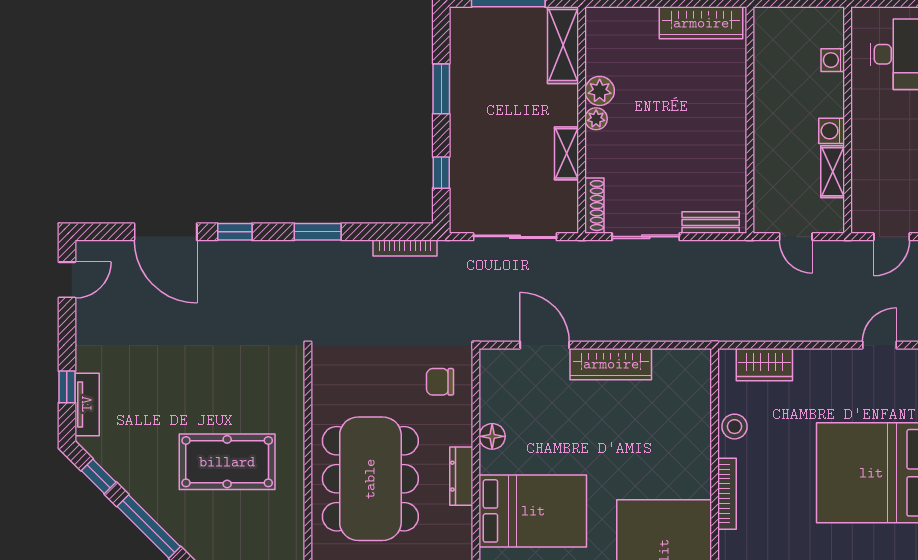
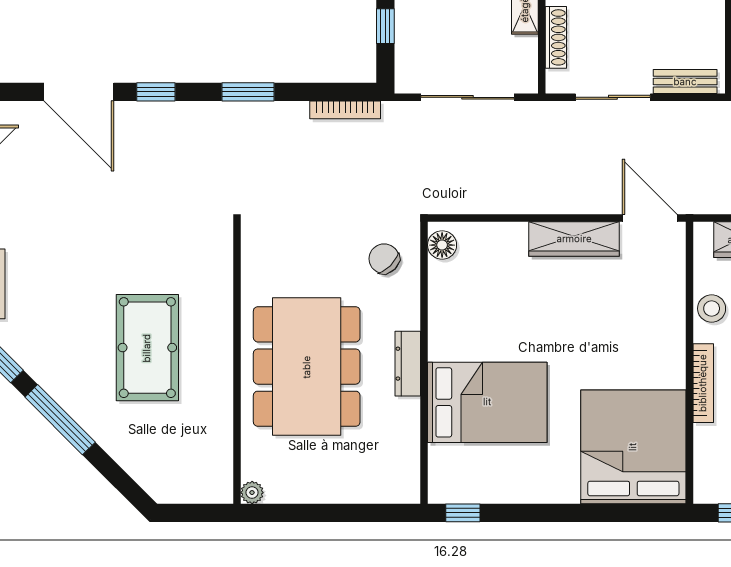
shoe rack: (594, 206) -> (556, 37), moved
door: (545, 345) -> (650, 218), moved
chair: (440, 382) -> (384, 259), turned 45
floor lamp: (492, 436) -> (442, 245), moved
pool table: (227, 462) -> (147, 348), turned 90

